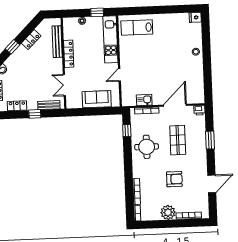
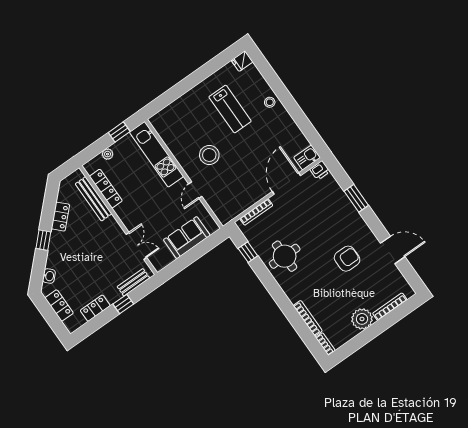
lab bench: (137, 28) -> (230, 109), moved, turned -90
locker: (69, 54) -> (106, 189), moved
stool: (141, 60) -> (209, 155), added
double door: (64, 85) -> (136, 246), swing flipped
kitchen sink: (144, 100) -> (307, 158), moved
shop shelf: (178, 140) -> (317, 224), removed
armchair: (174, 179) -> (347, 259), moved
door: (212, 184) -> (393, 250), hinge flipped

